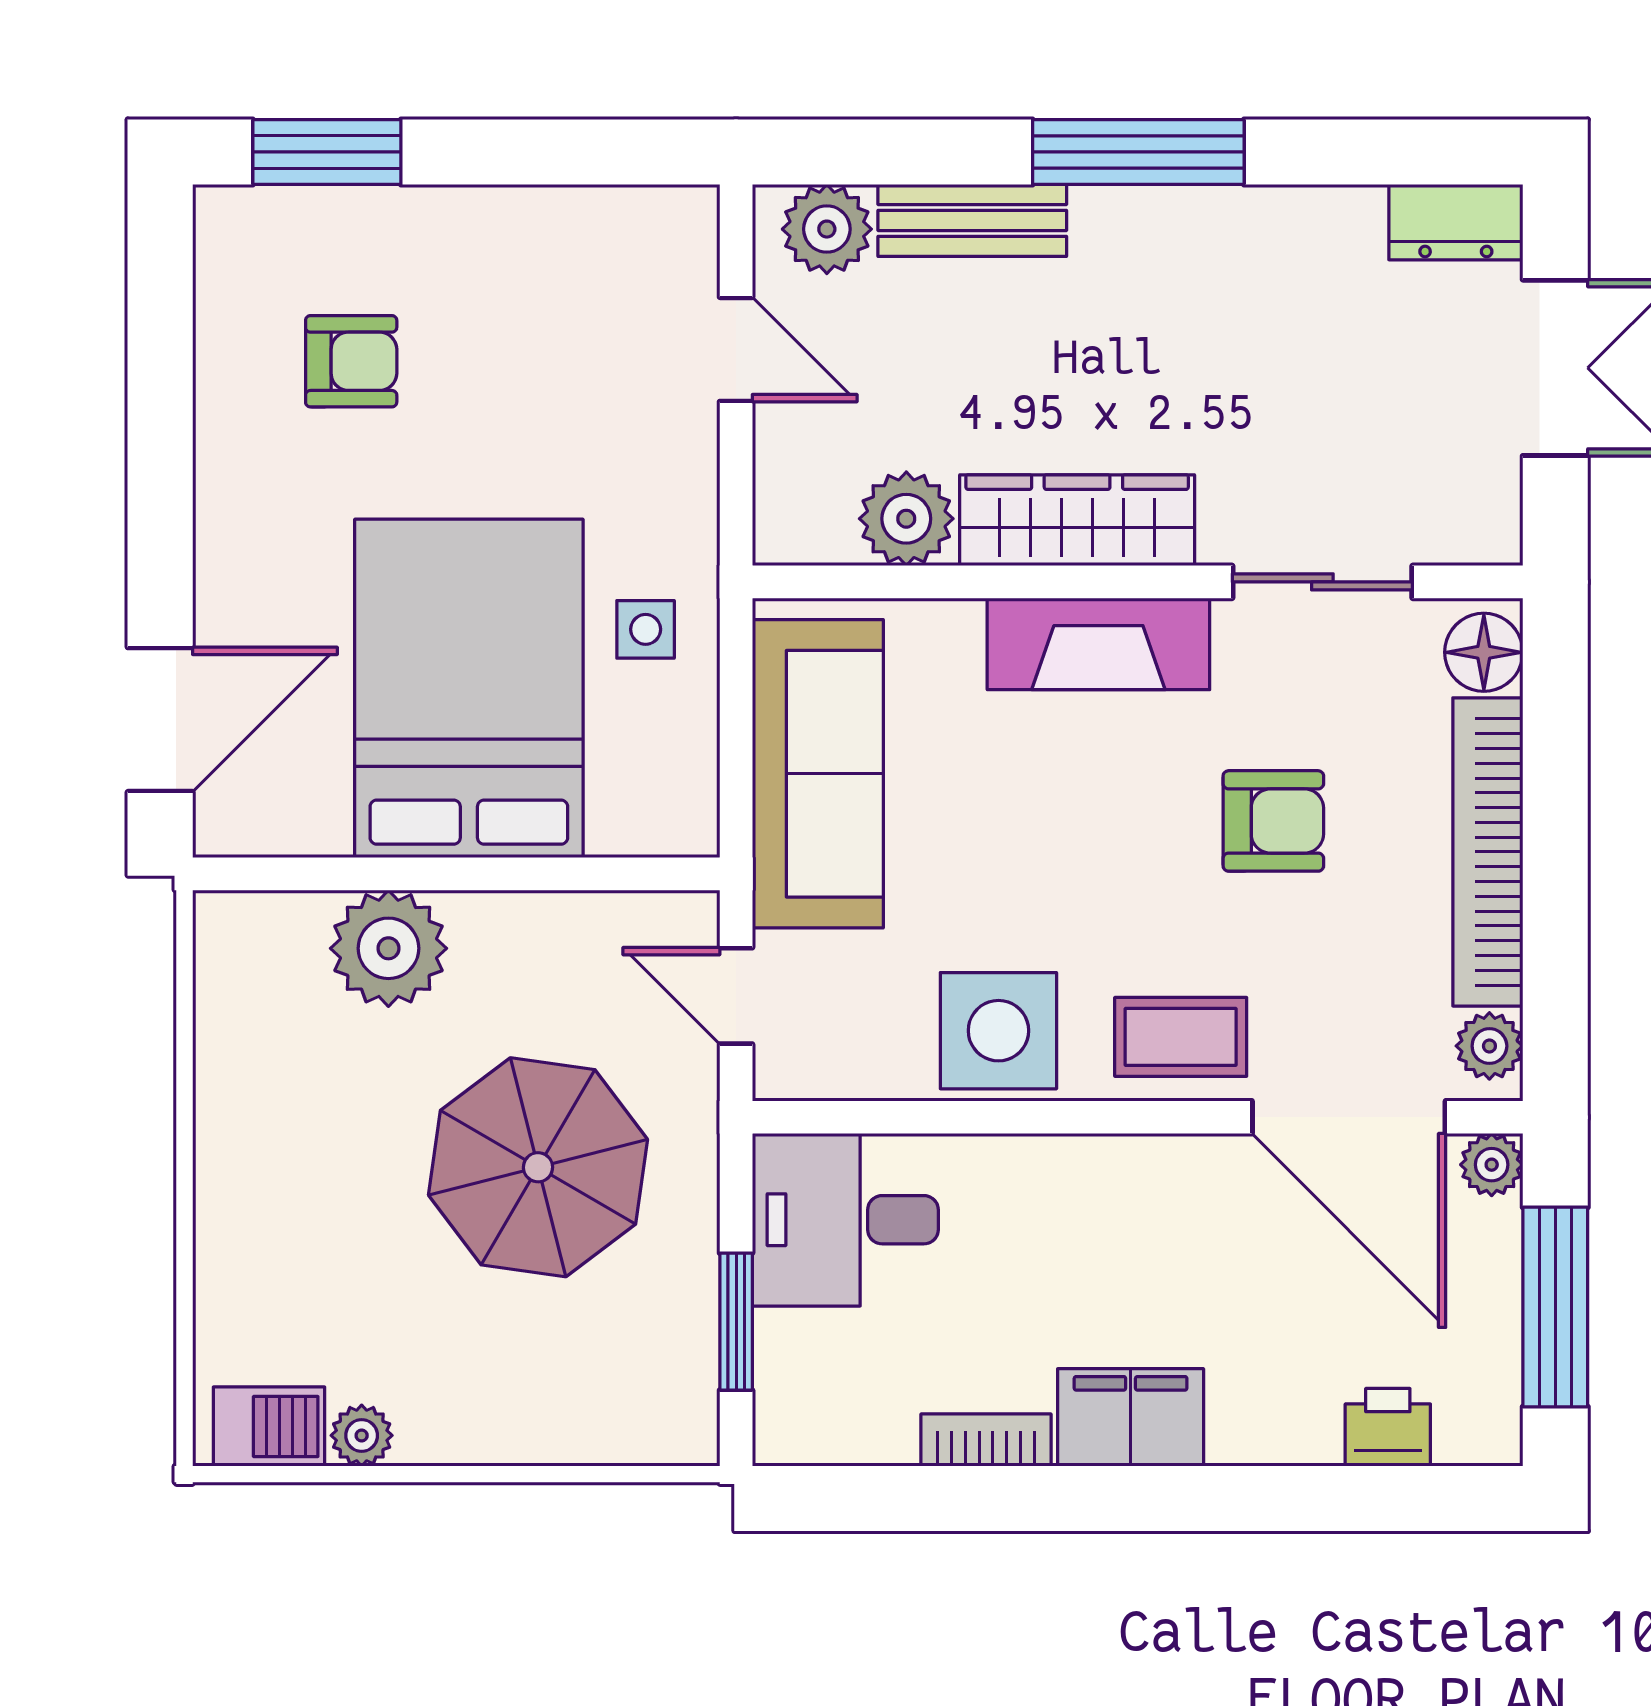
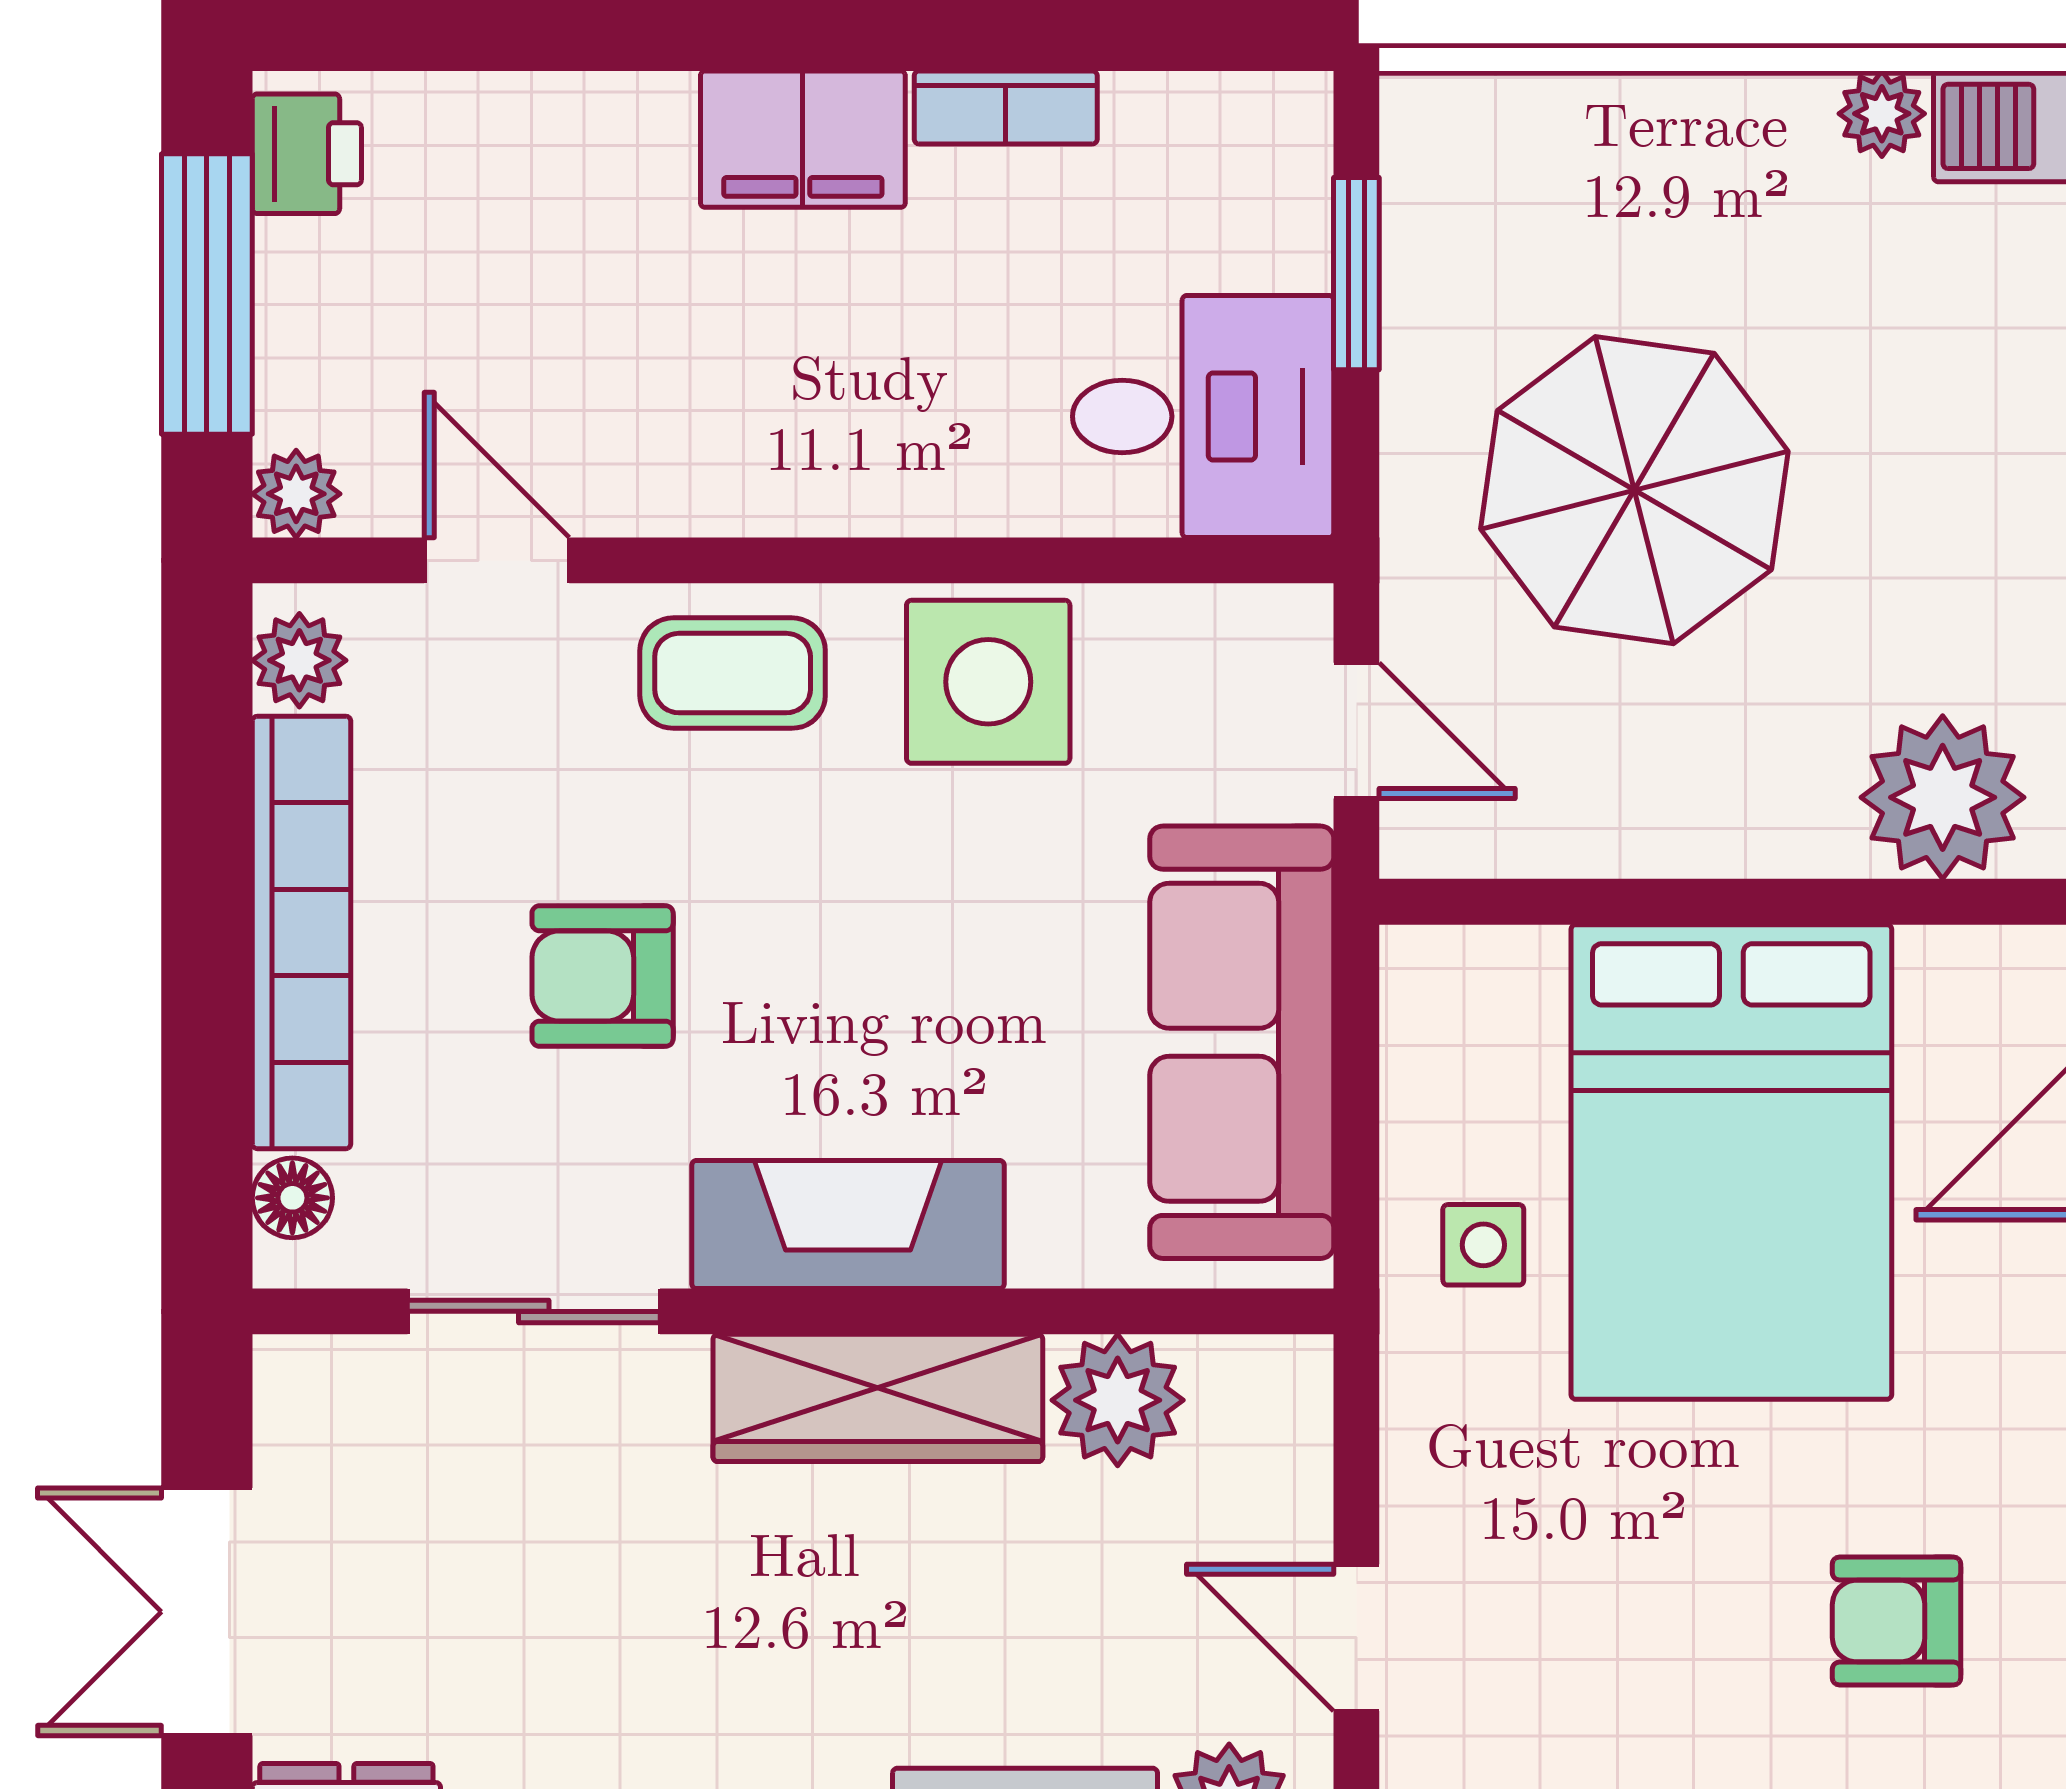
floor lamp: (1484, 652) -> (292, 1198), width x0.73, depth x0.73
plant: (388, 948) -> (1943, 797), moved
door: (1349, 1117) -> (497, 560), width x0.53
printer: (1388, 1427) -> (307, 154), moved, turned -90

